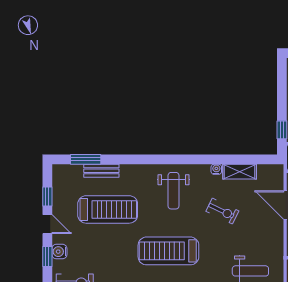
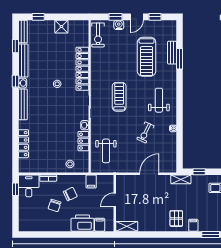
window: (86, 159) -> (180, 59), moved
shelving: (240, 172) -> (171, 144), removed
weight bench: (174, 191) -> (159, 100), turned 90
treadmill: (168, 251) -> (119, 97), width x0.73, depth x0.73

